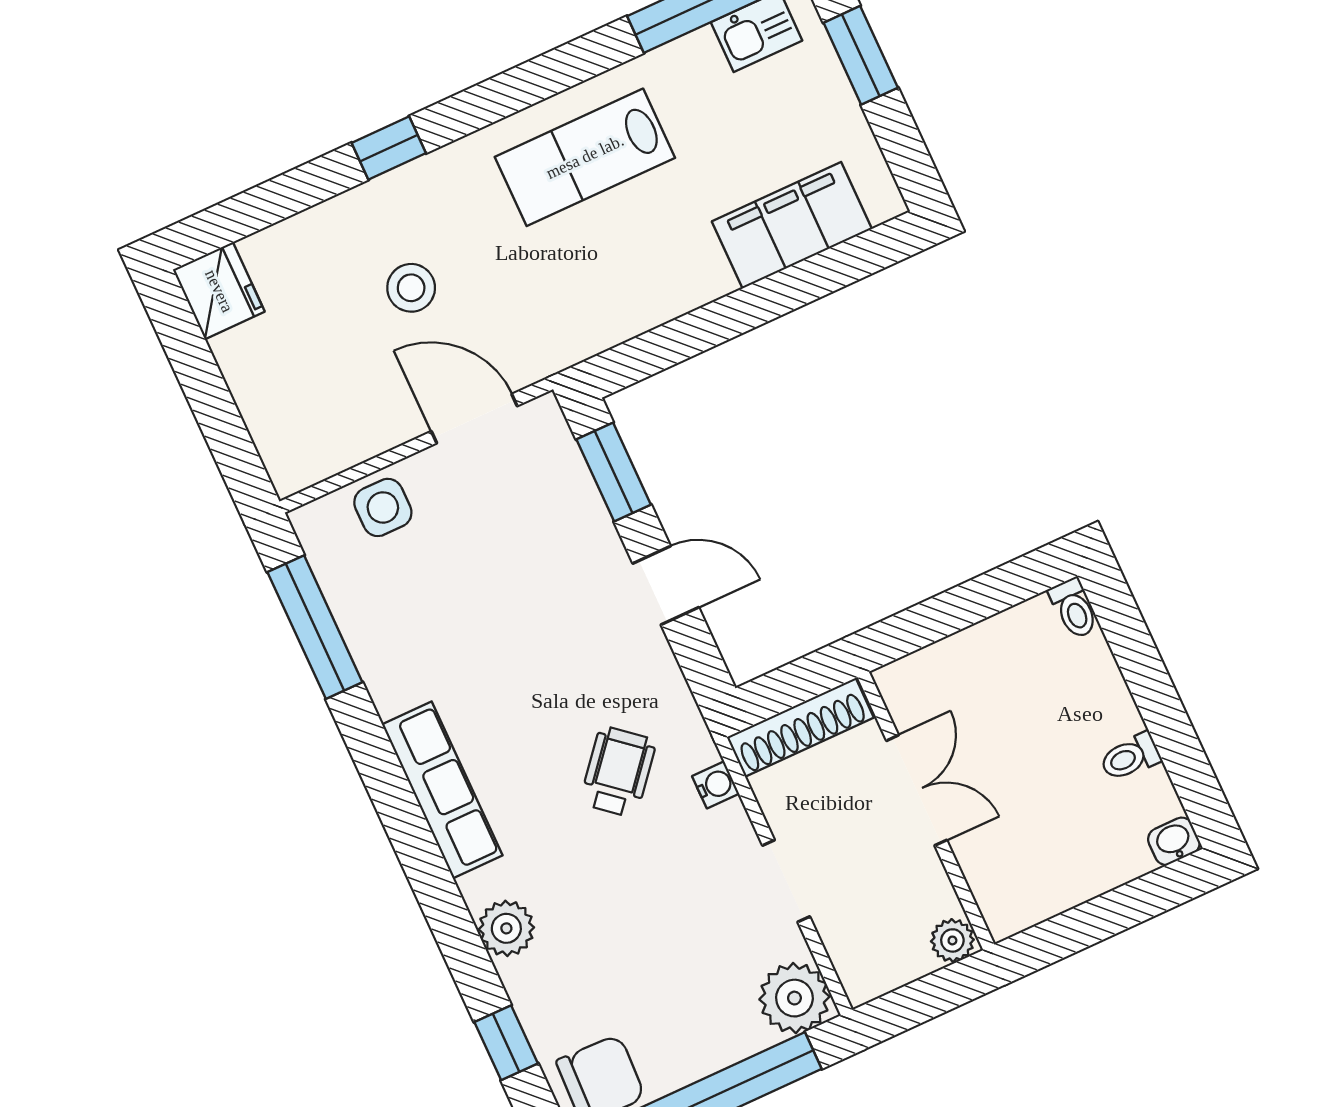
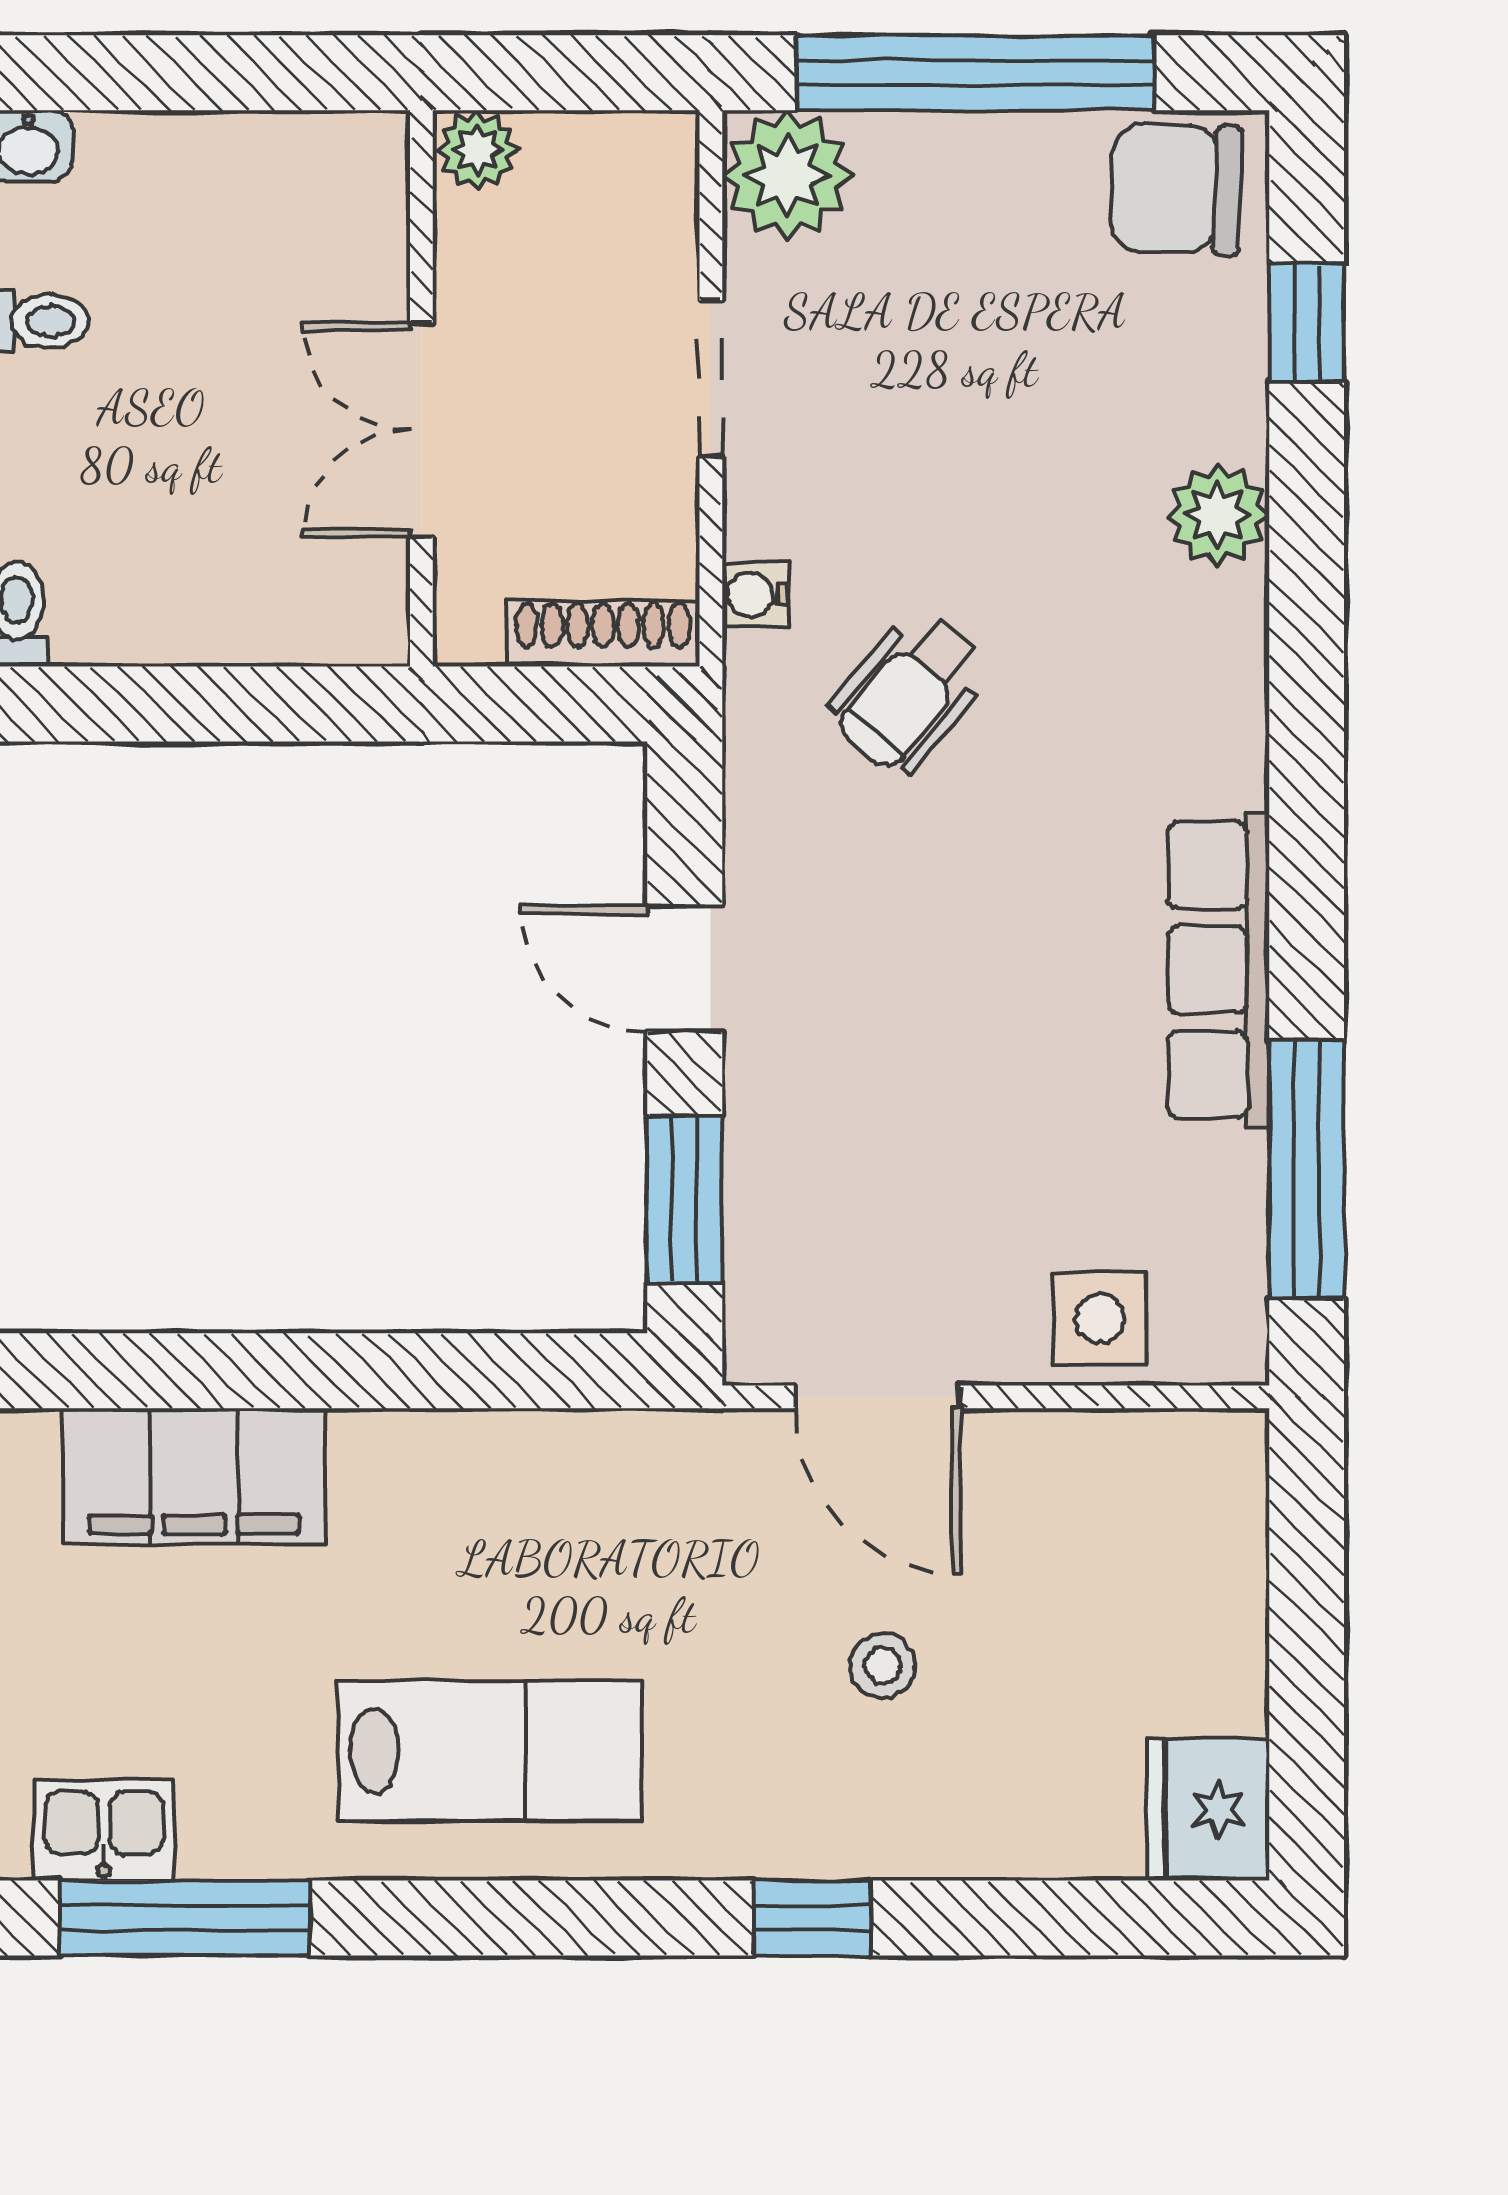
stool: (411, 288) -> (883, 1666), width x0.73, depth x0.73
shoe rack: (800, 727) -> (603, 634), width x0.74, depth x0.81
row of seats: (442, 790) -> (1218, 970), moved

